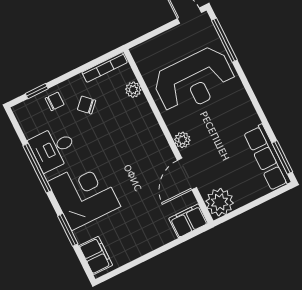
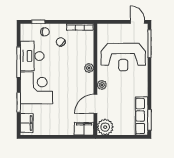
plant: (133, 90) -> (89, 68), moved
desk: (53, 148) -> (32, 56), width x1.37

